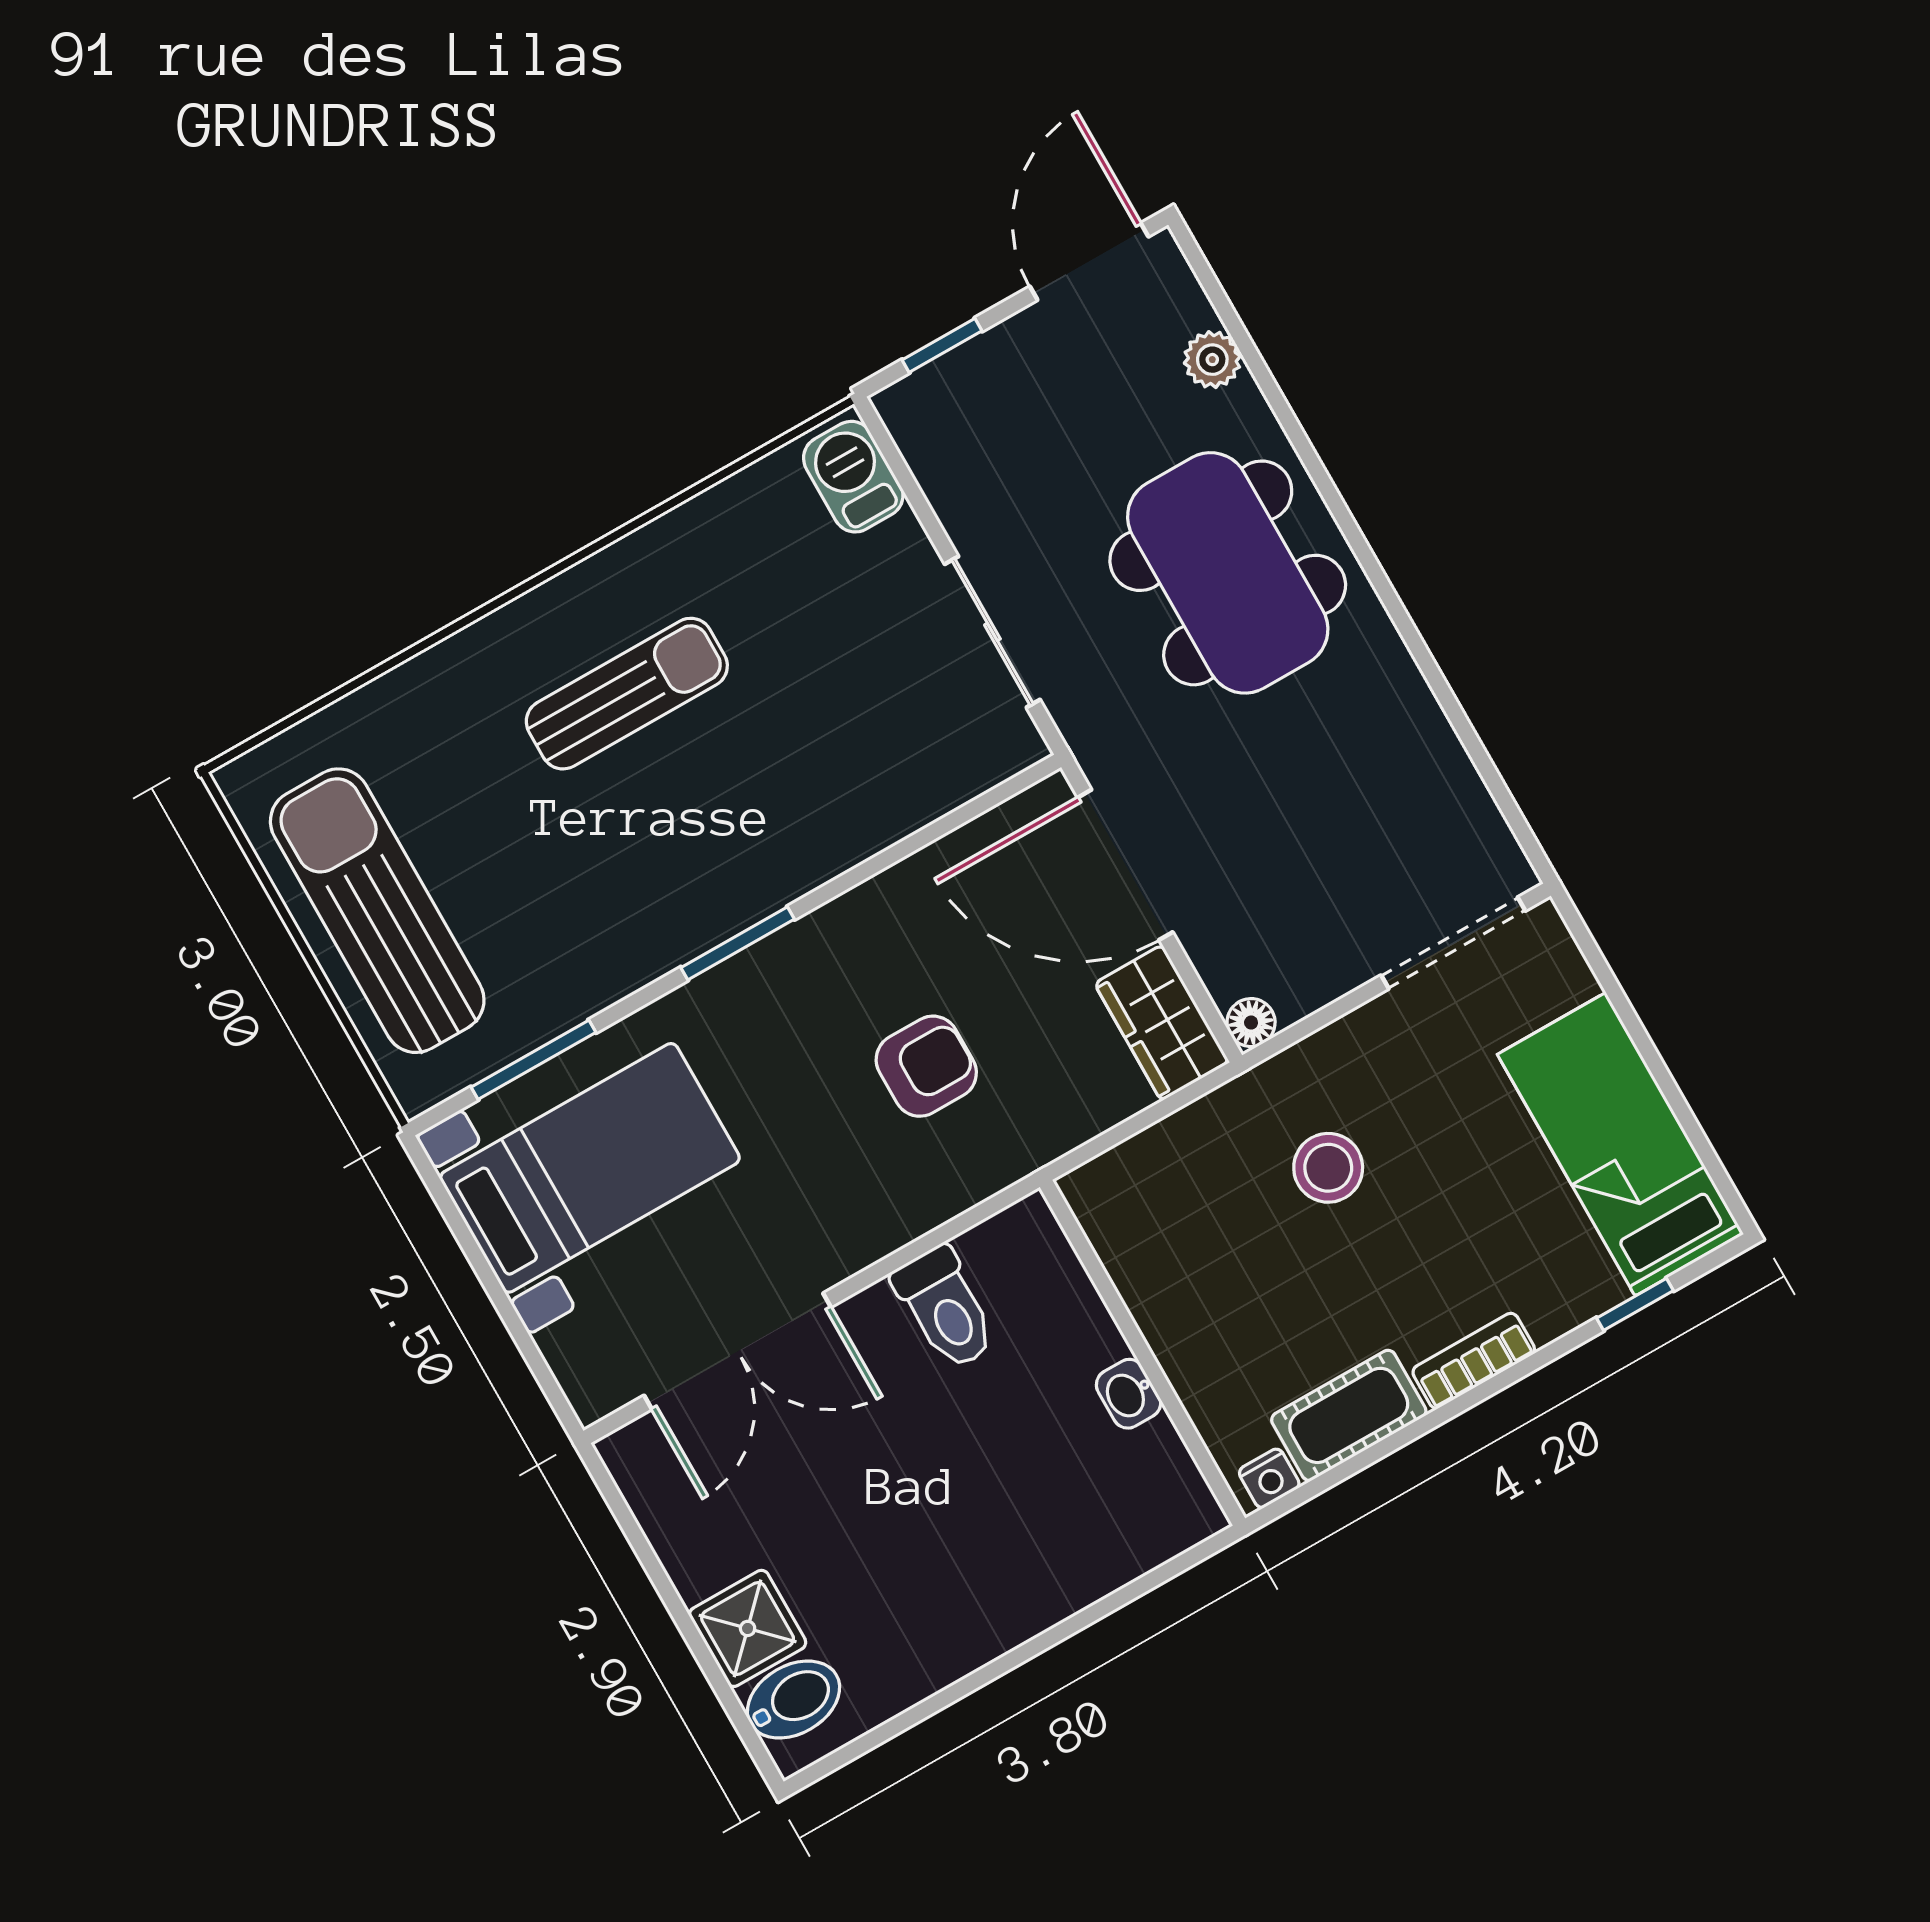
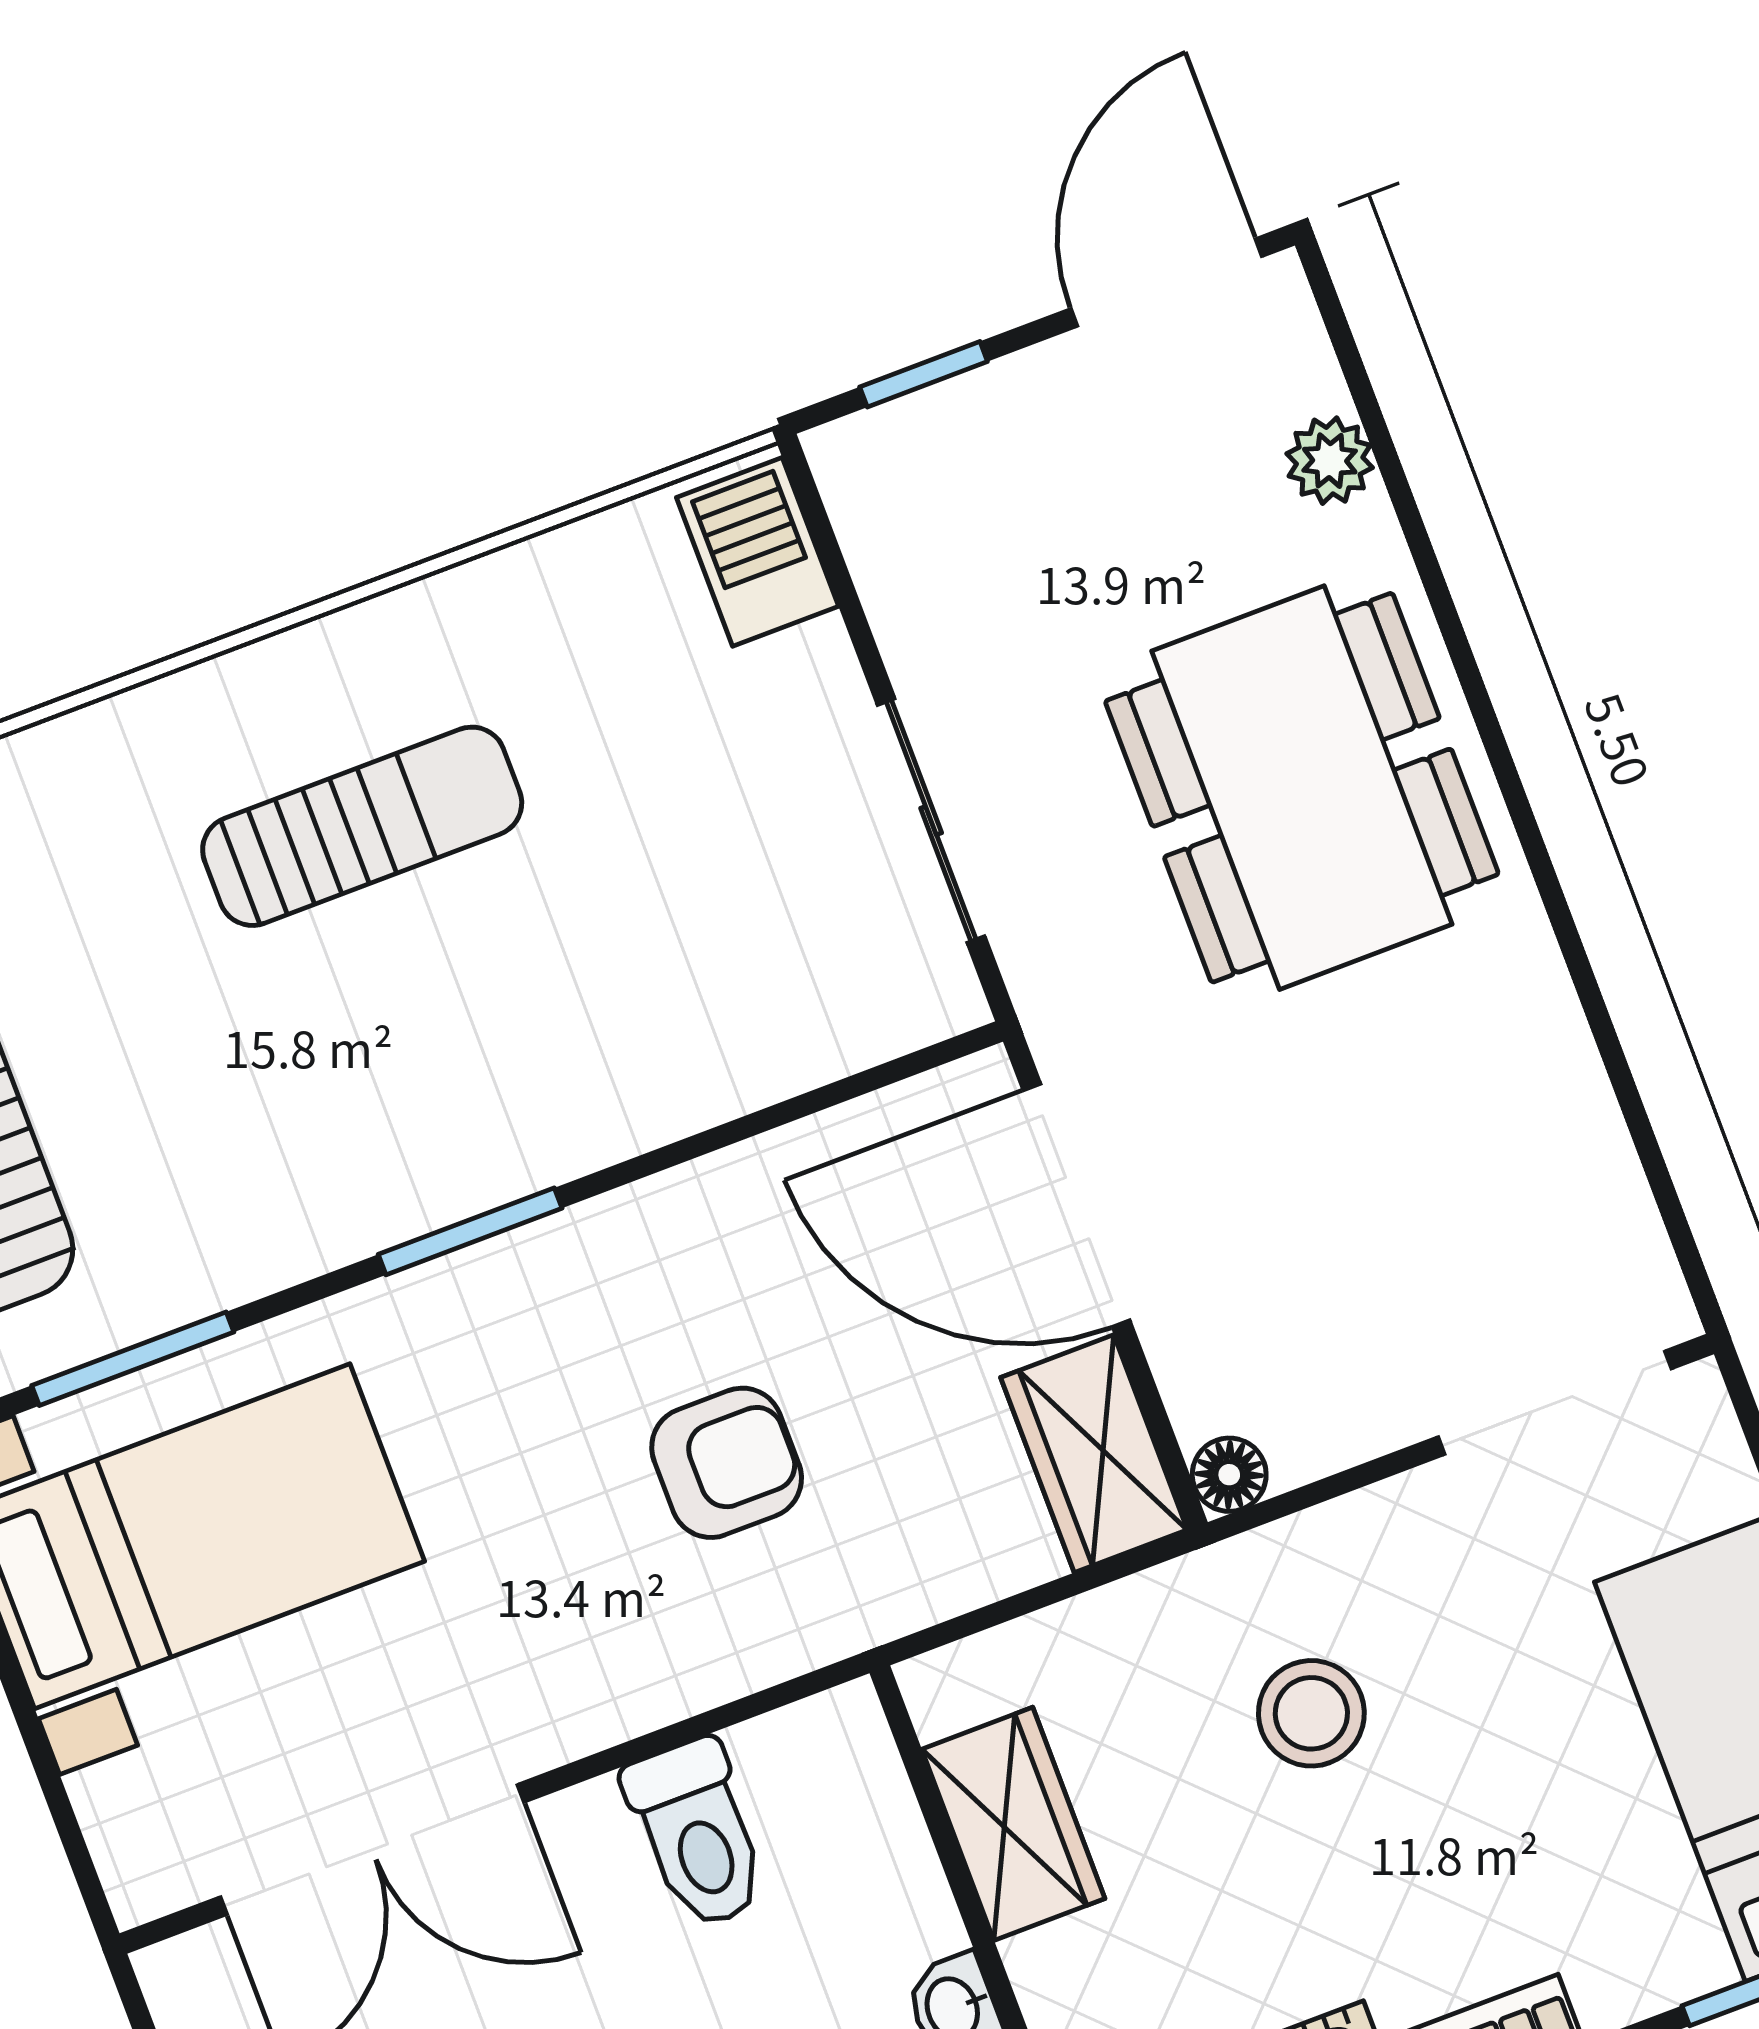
wardrobe: (1148, 1269) -> (1013, 1824), added

